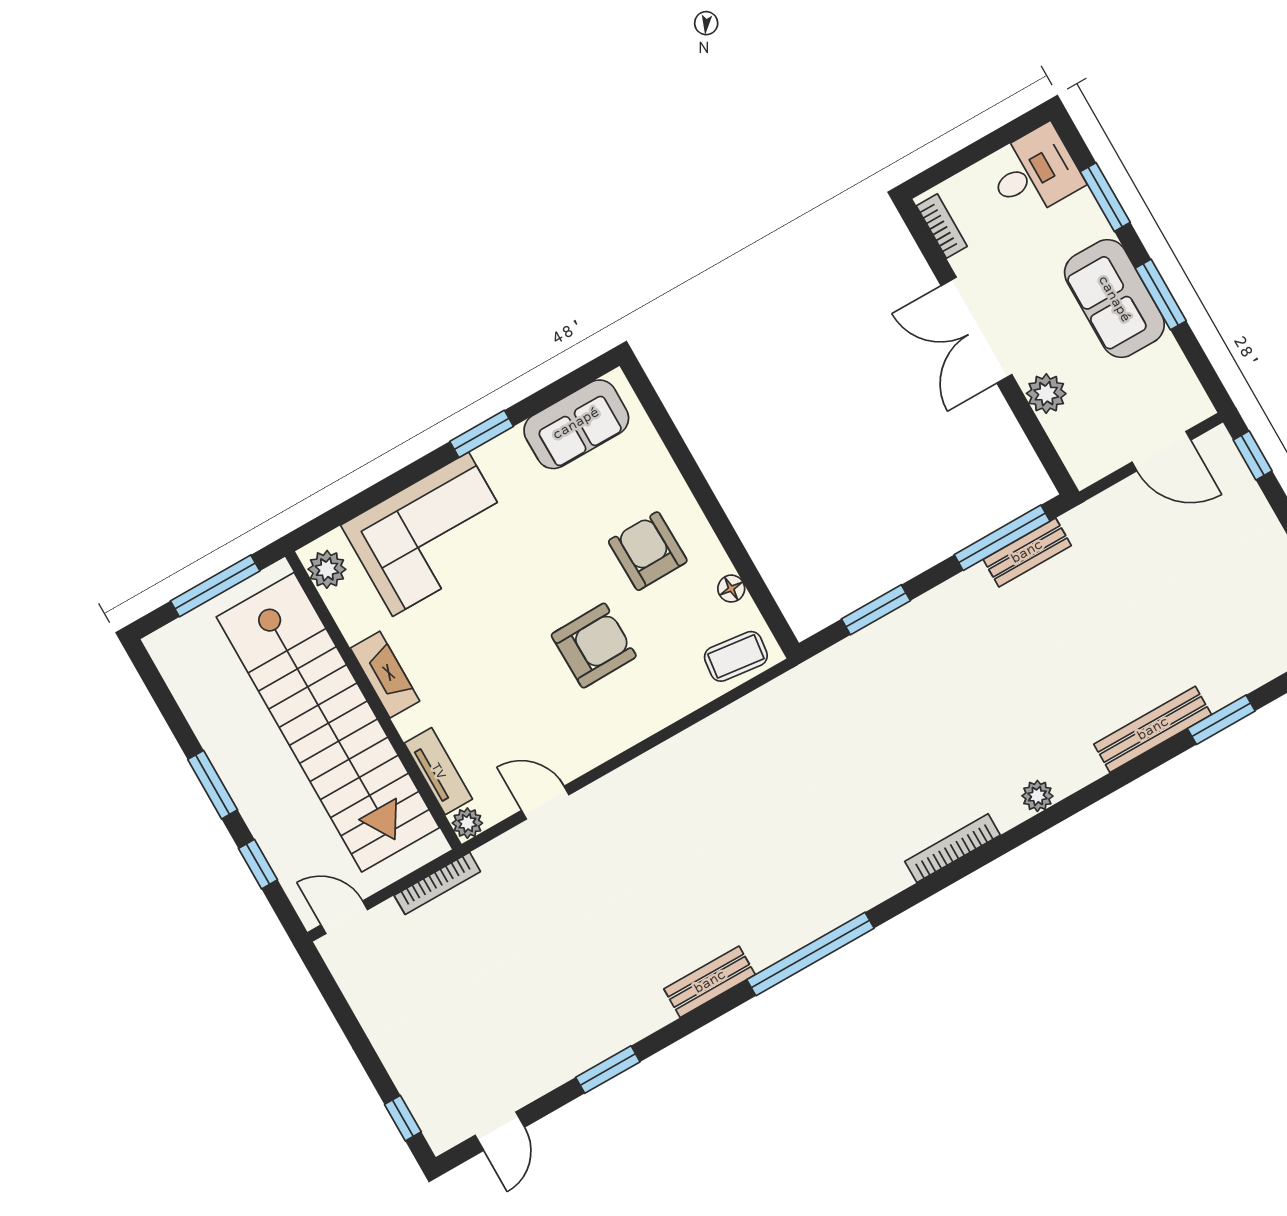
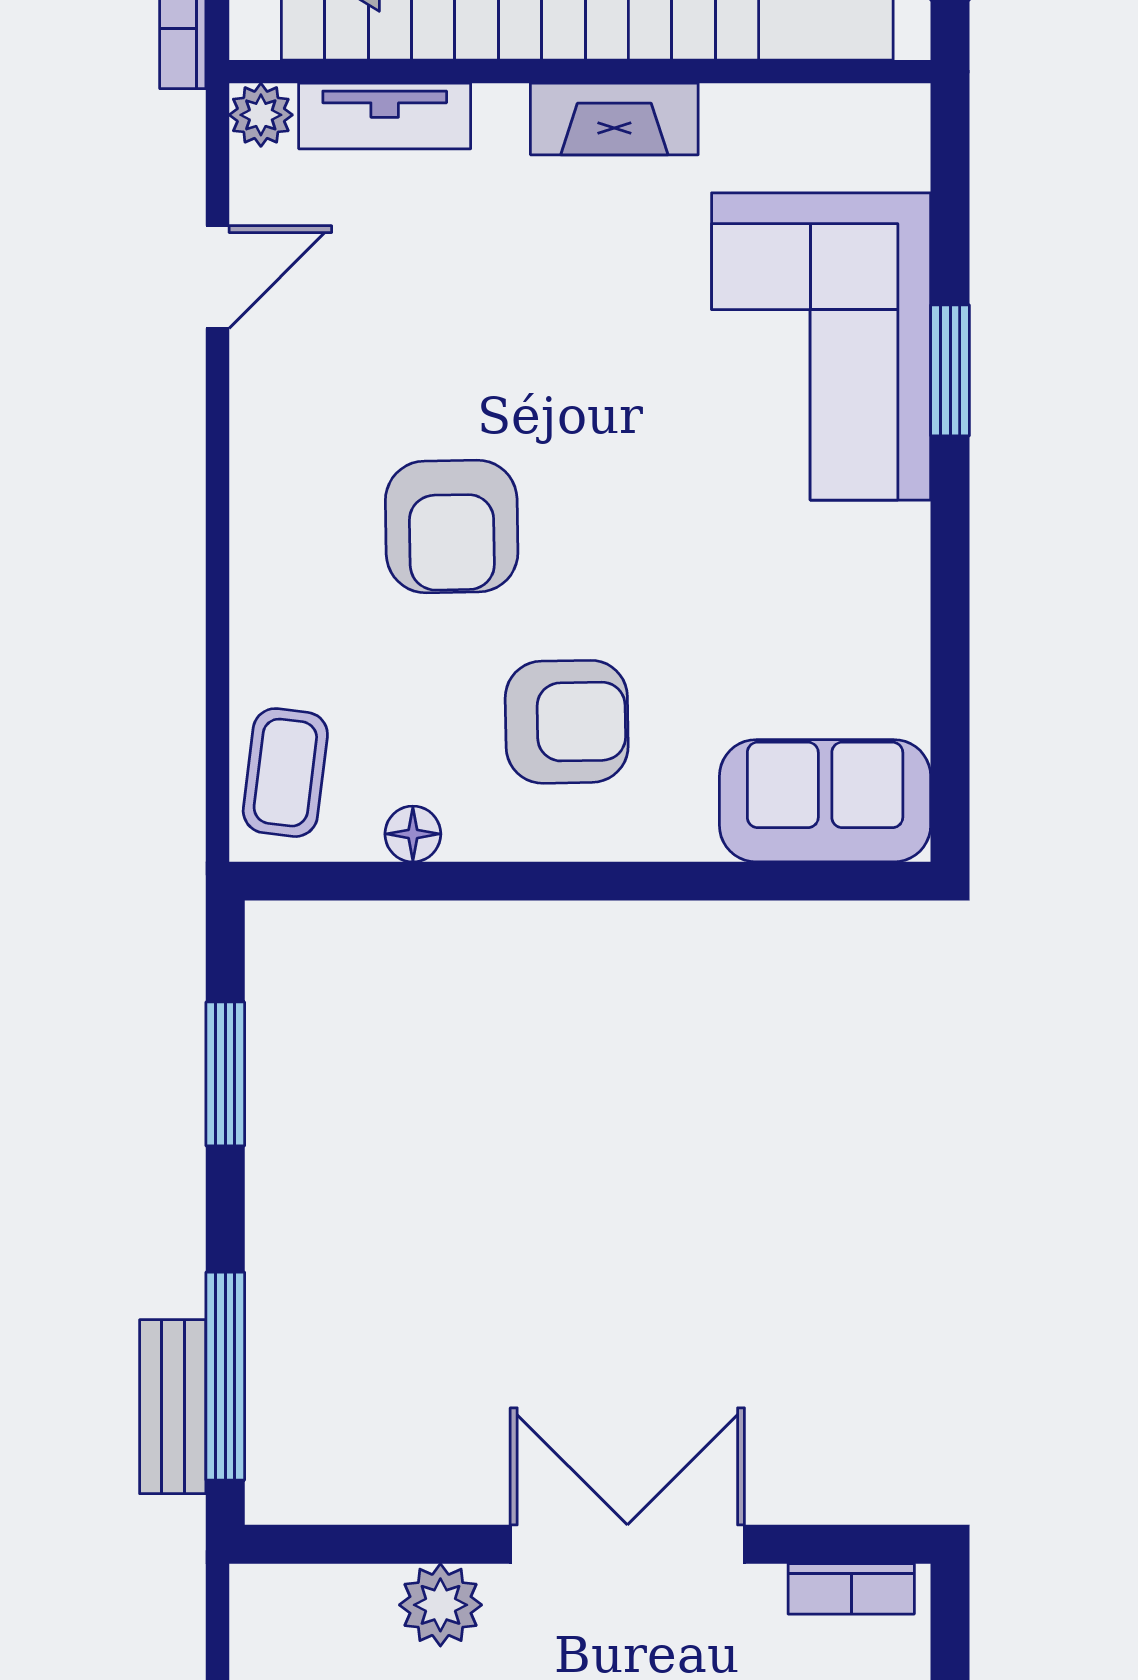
sofa: (576, 424) -> (825, 801), moved, turned 90
window: (482, 434) -> (950, 370), moved
plant: (327, 569) -> (865, 123), removed

